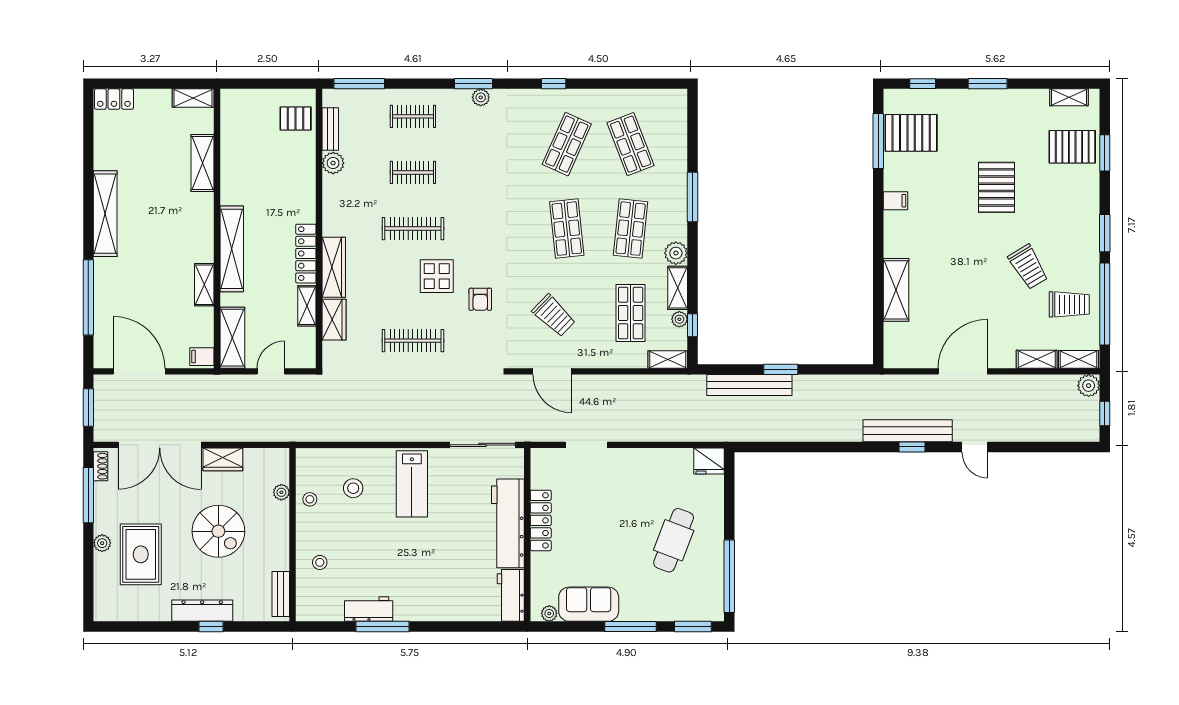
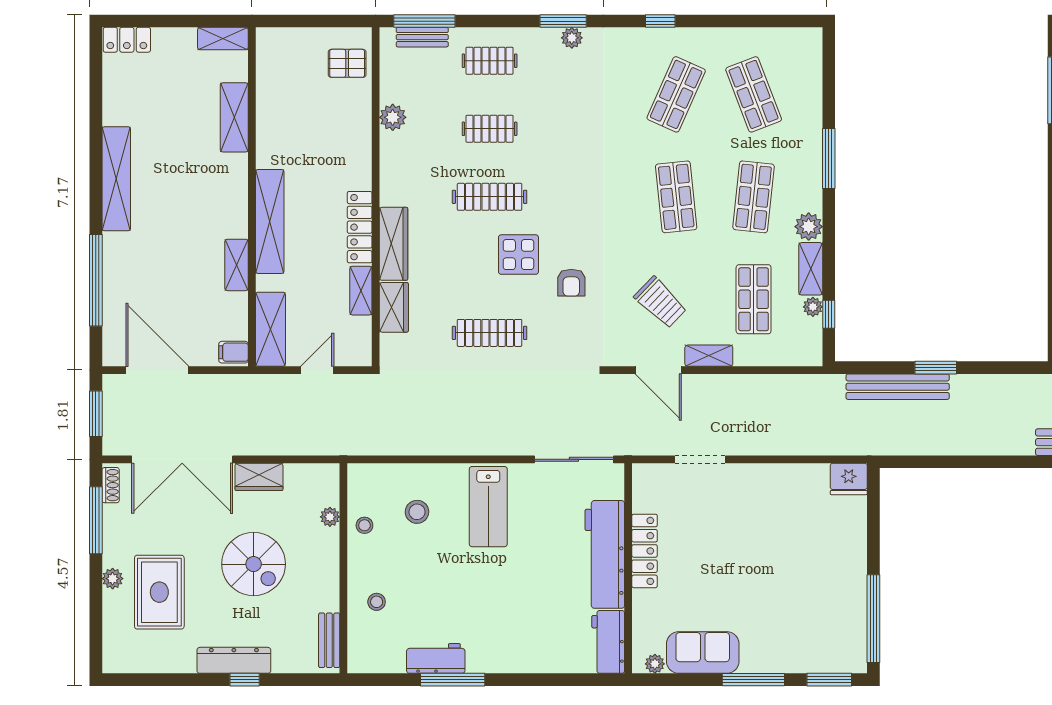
bench: (330, 129) -> (422, 37), moved, turned 90
shelving: (668, 360) -> (709, 356), moved
cafe table: (674, 540) -> (806, 575), removed

